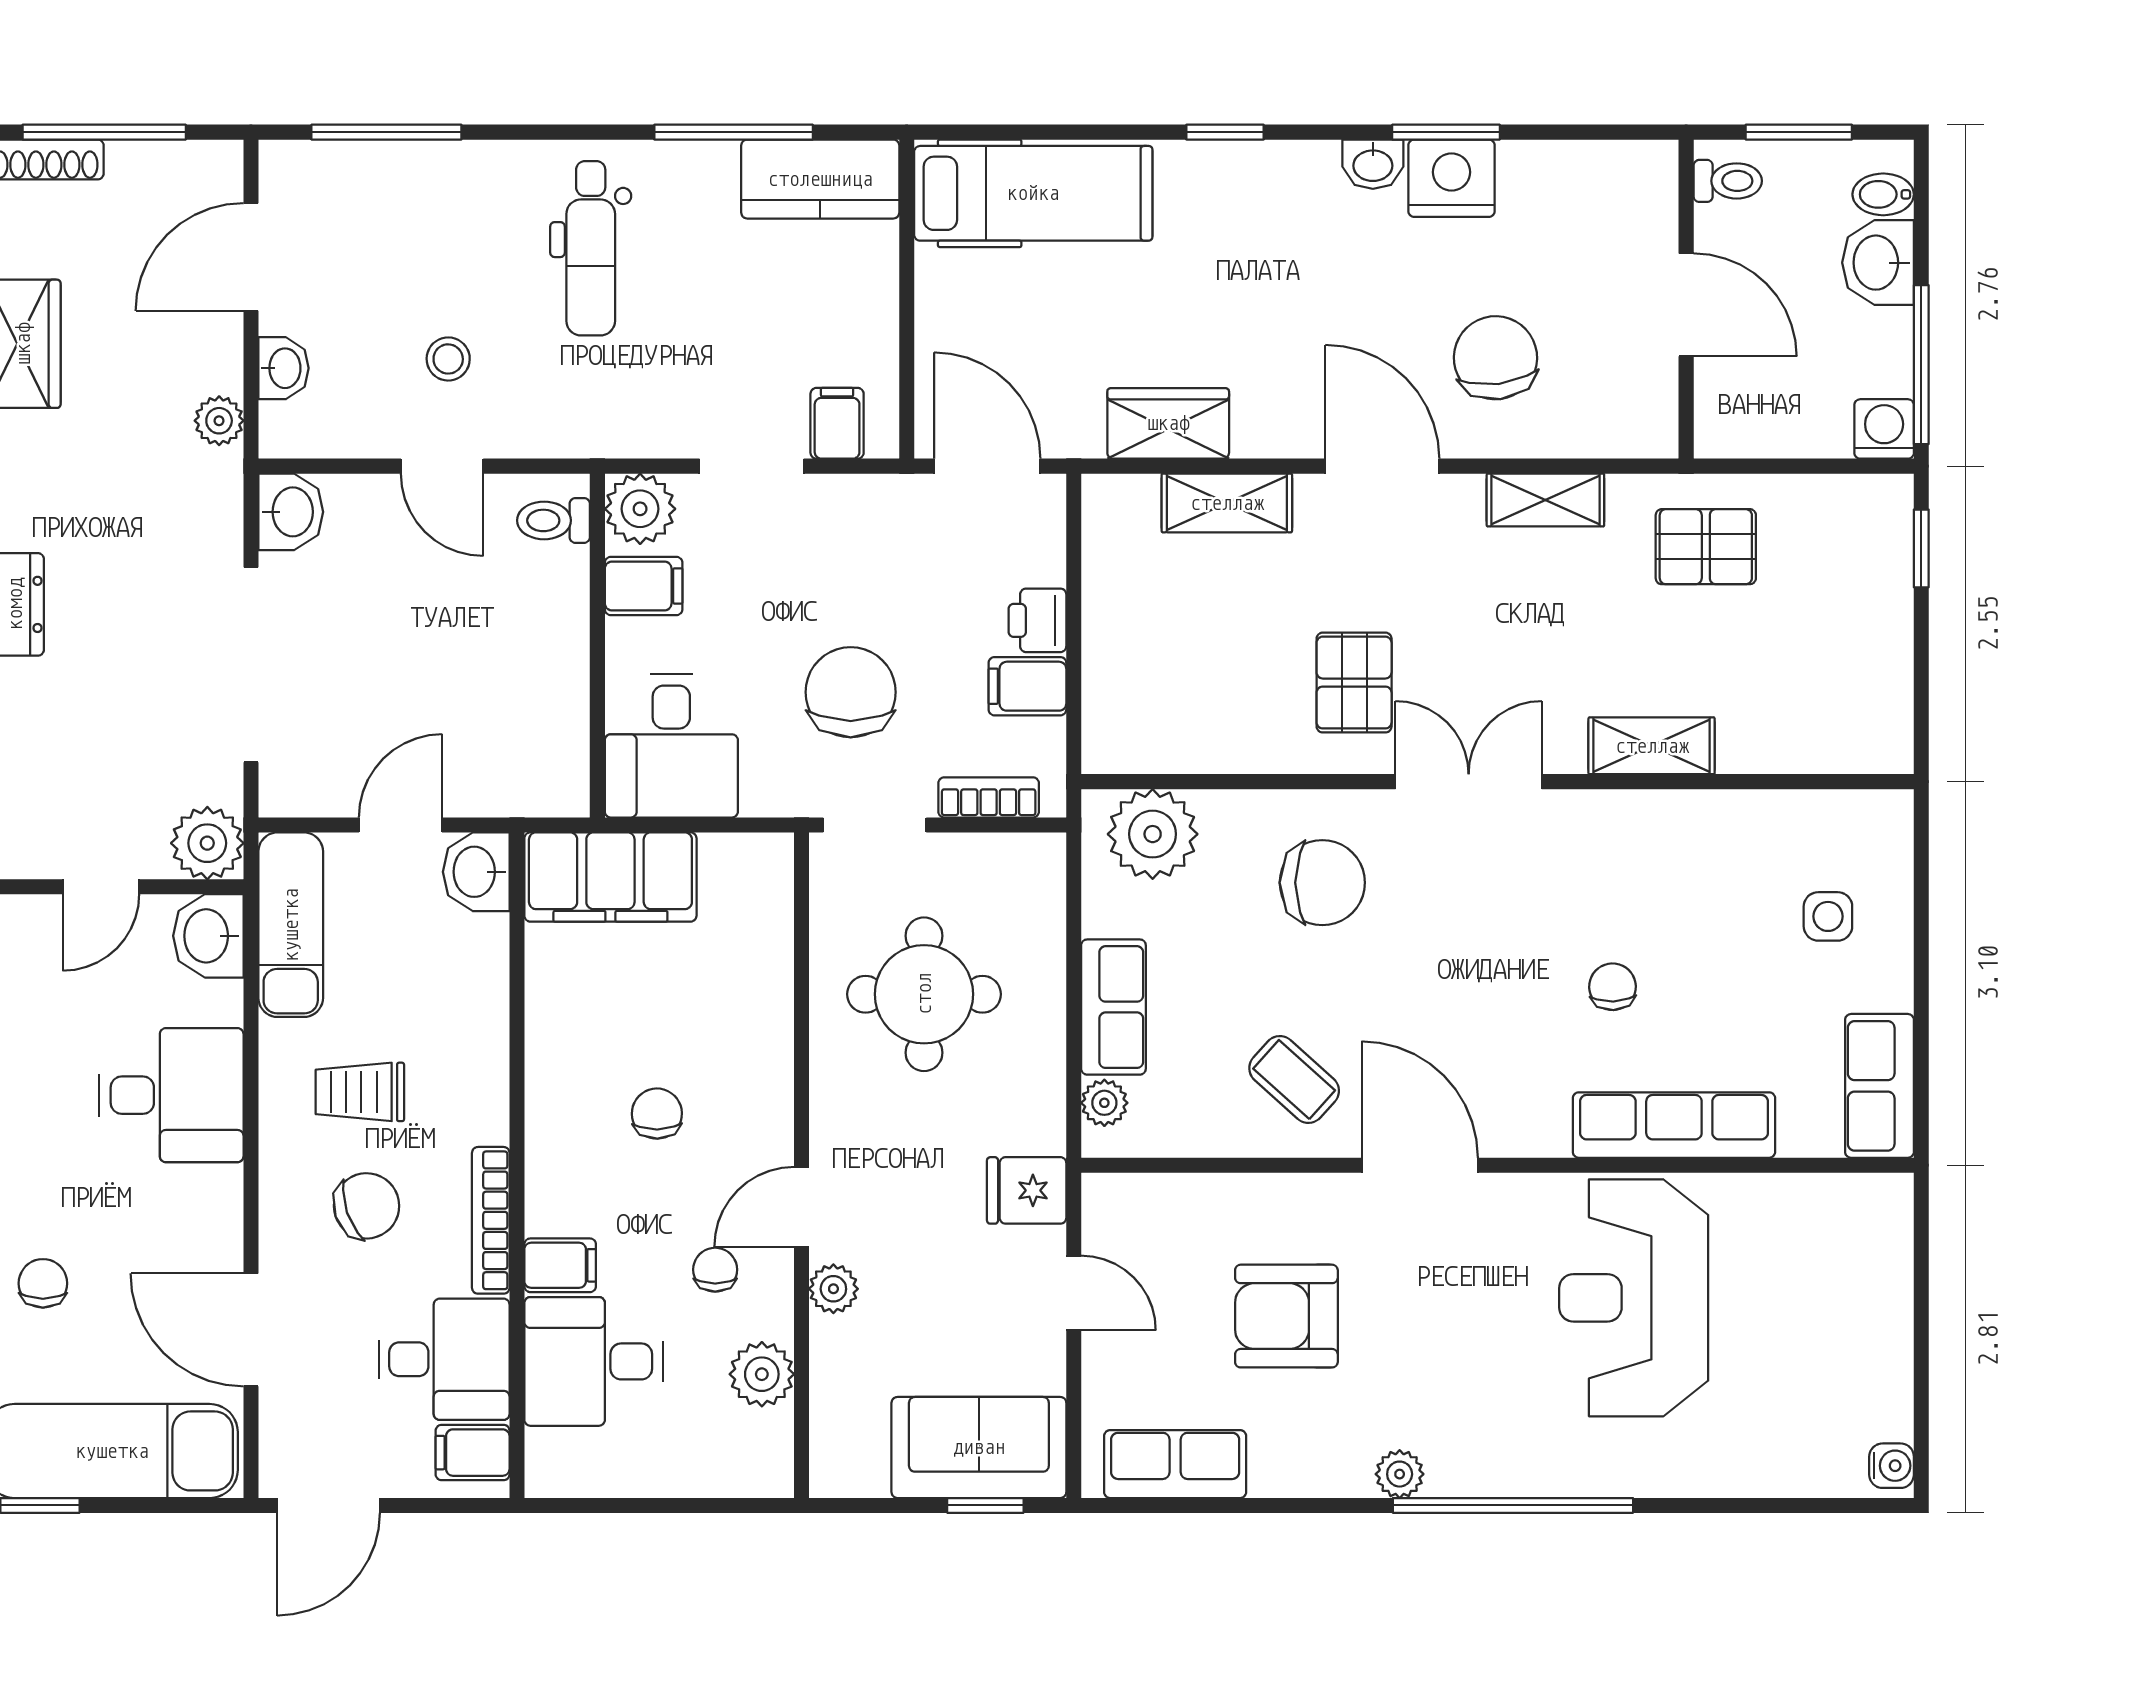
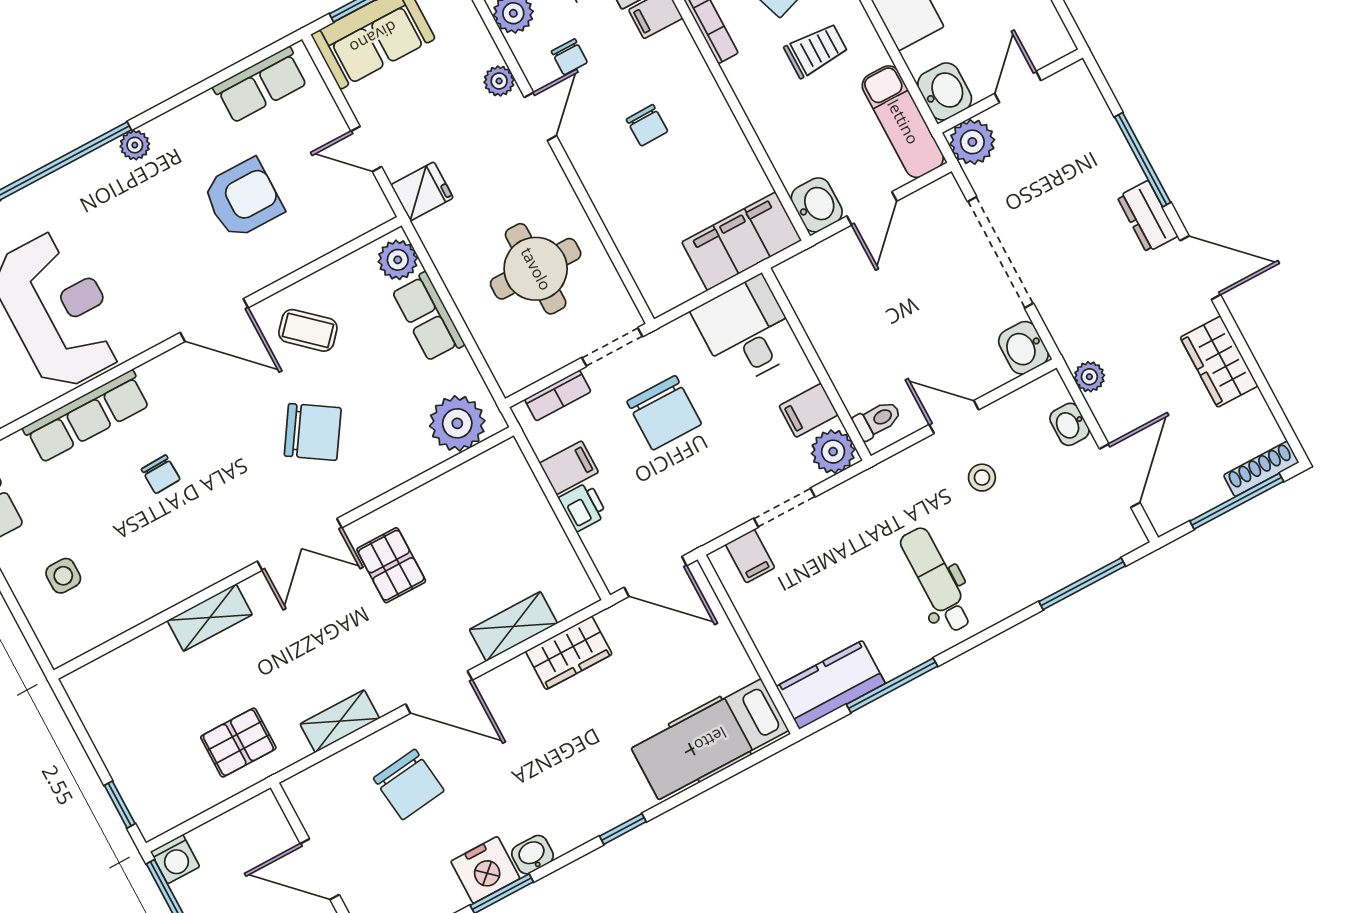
chair: (1322, 883) -> (313, 432), moved, turned -147
plant: (1104, 1103) -> (398, 260), width x1.38, depth x1.38

